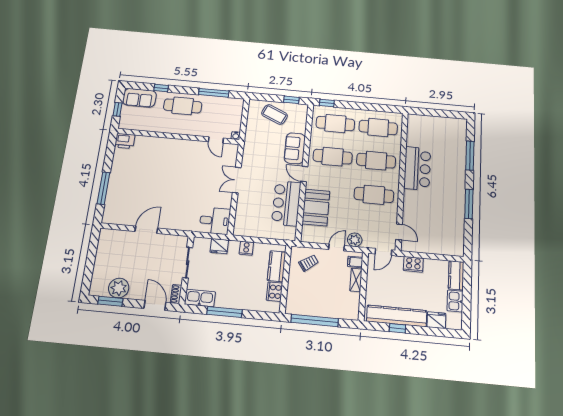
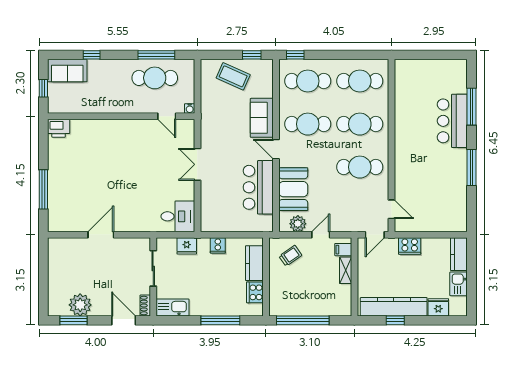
cafe table: (183, 106) -> (155, 78), moved
bar counter: (417, 168) -> (452, 121), moved, turned 180
plant: (355, 240) -> (298, 224), moved
window: (225, 312) -> (220, 320), moved

